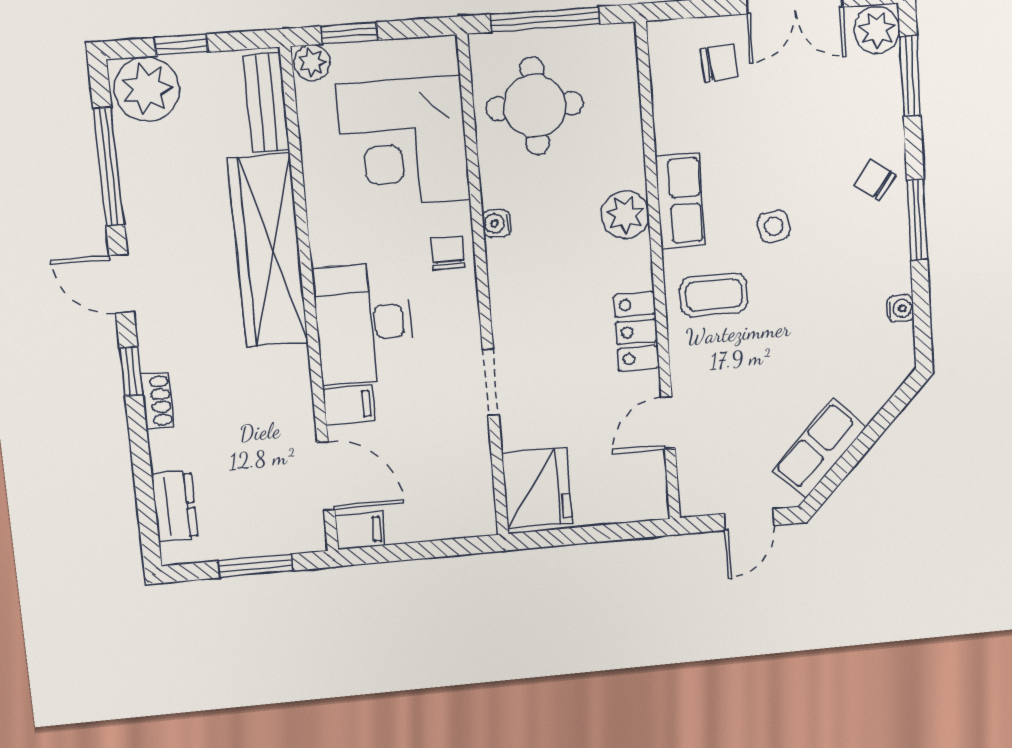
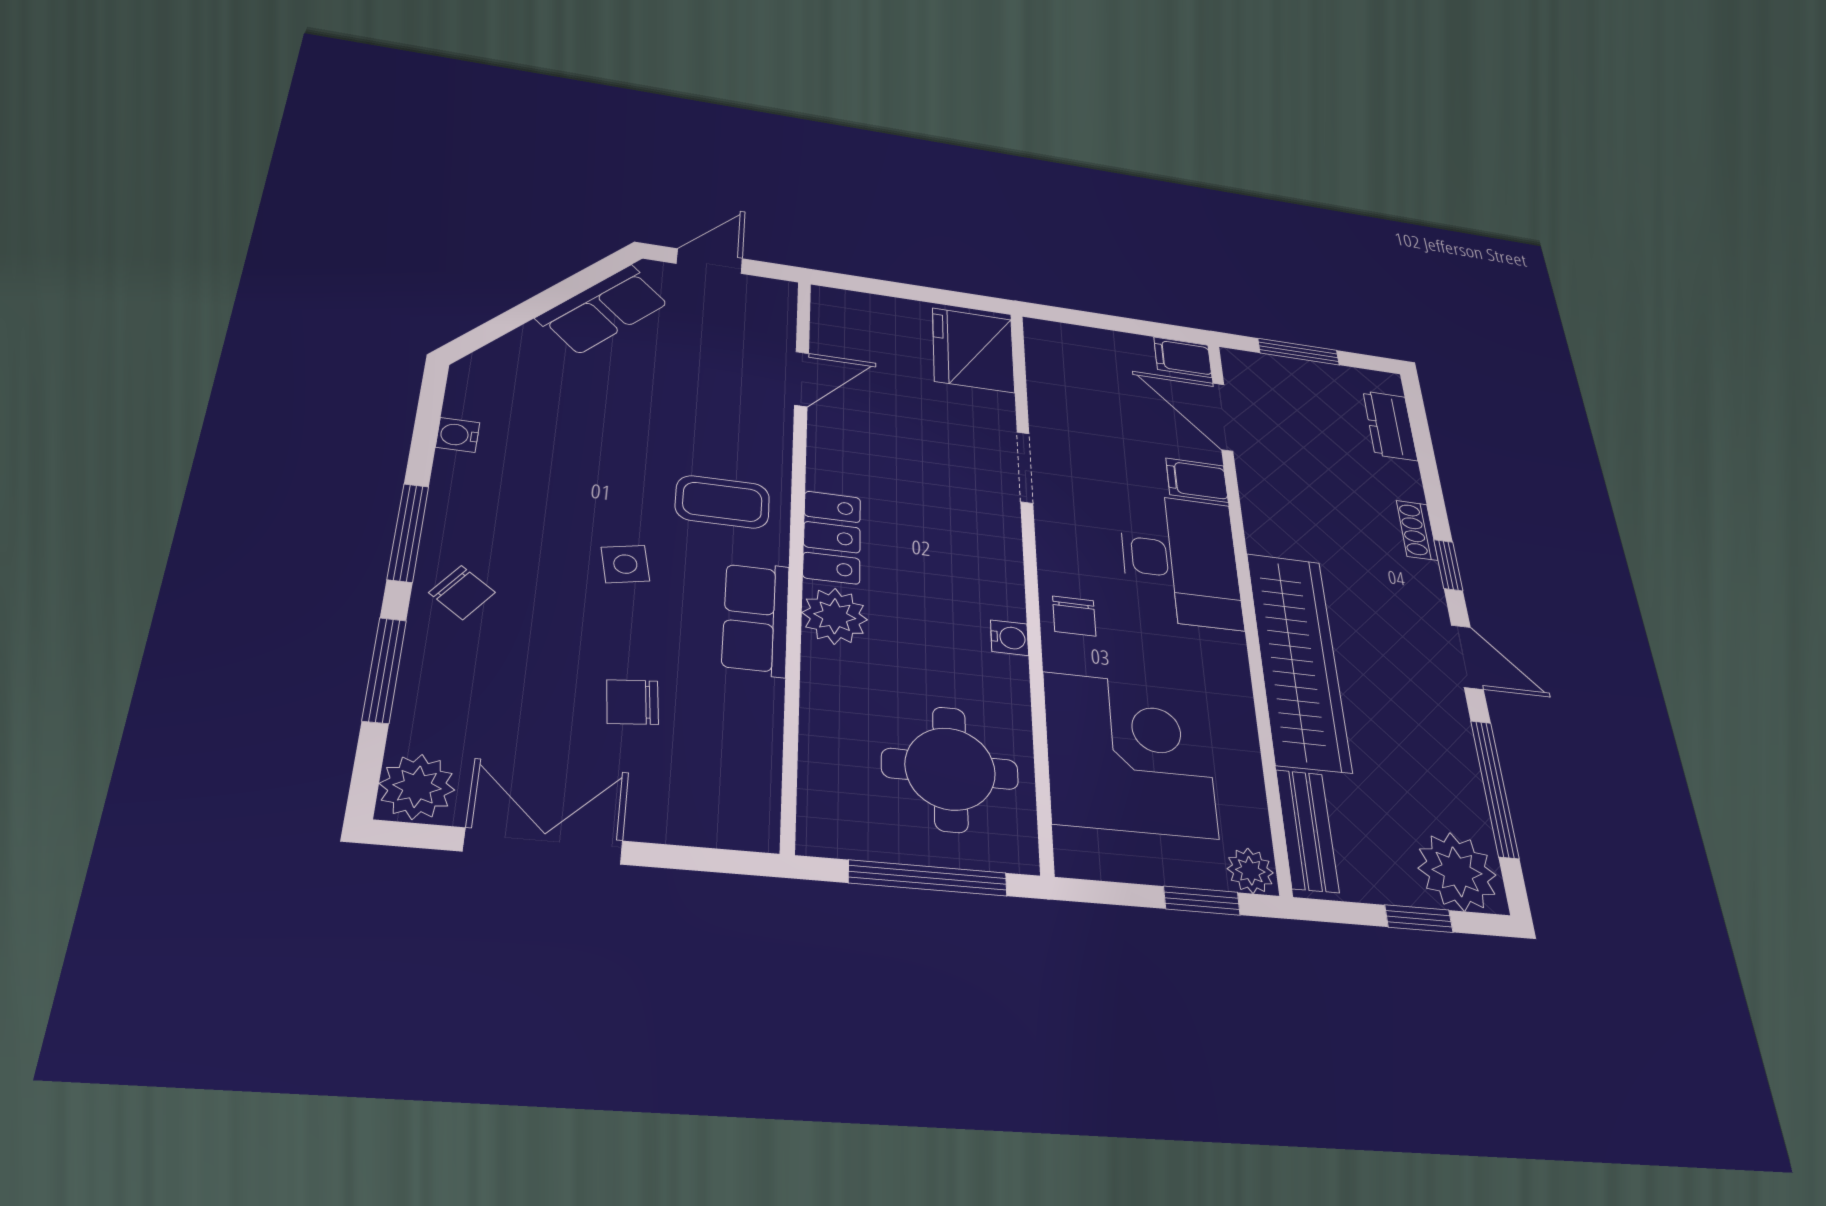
chair: (719, 63) -> (633, 702), moved
window: (910, 76) -> (384, 670), moved
locker: (636, 332) -> (832, 537), moved

